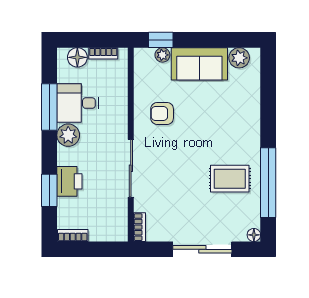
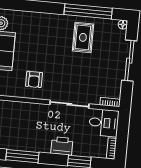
desk: (78, 103) -> (104, 123), moved, turned -90
plant: (68, 135) -> (43, 145), removed
printer: (69, 181) -> (62, 146), moved

